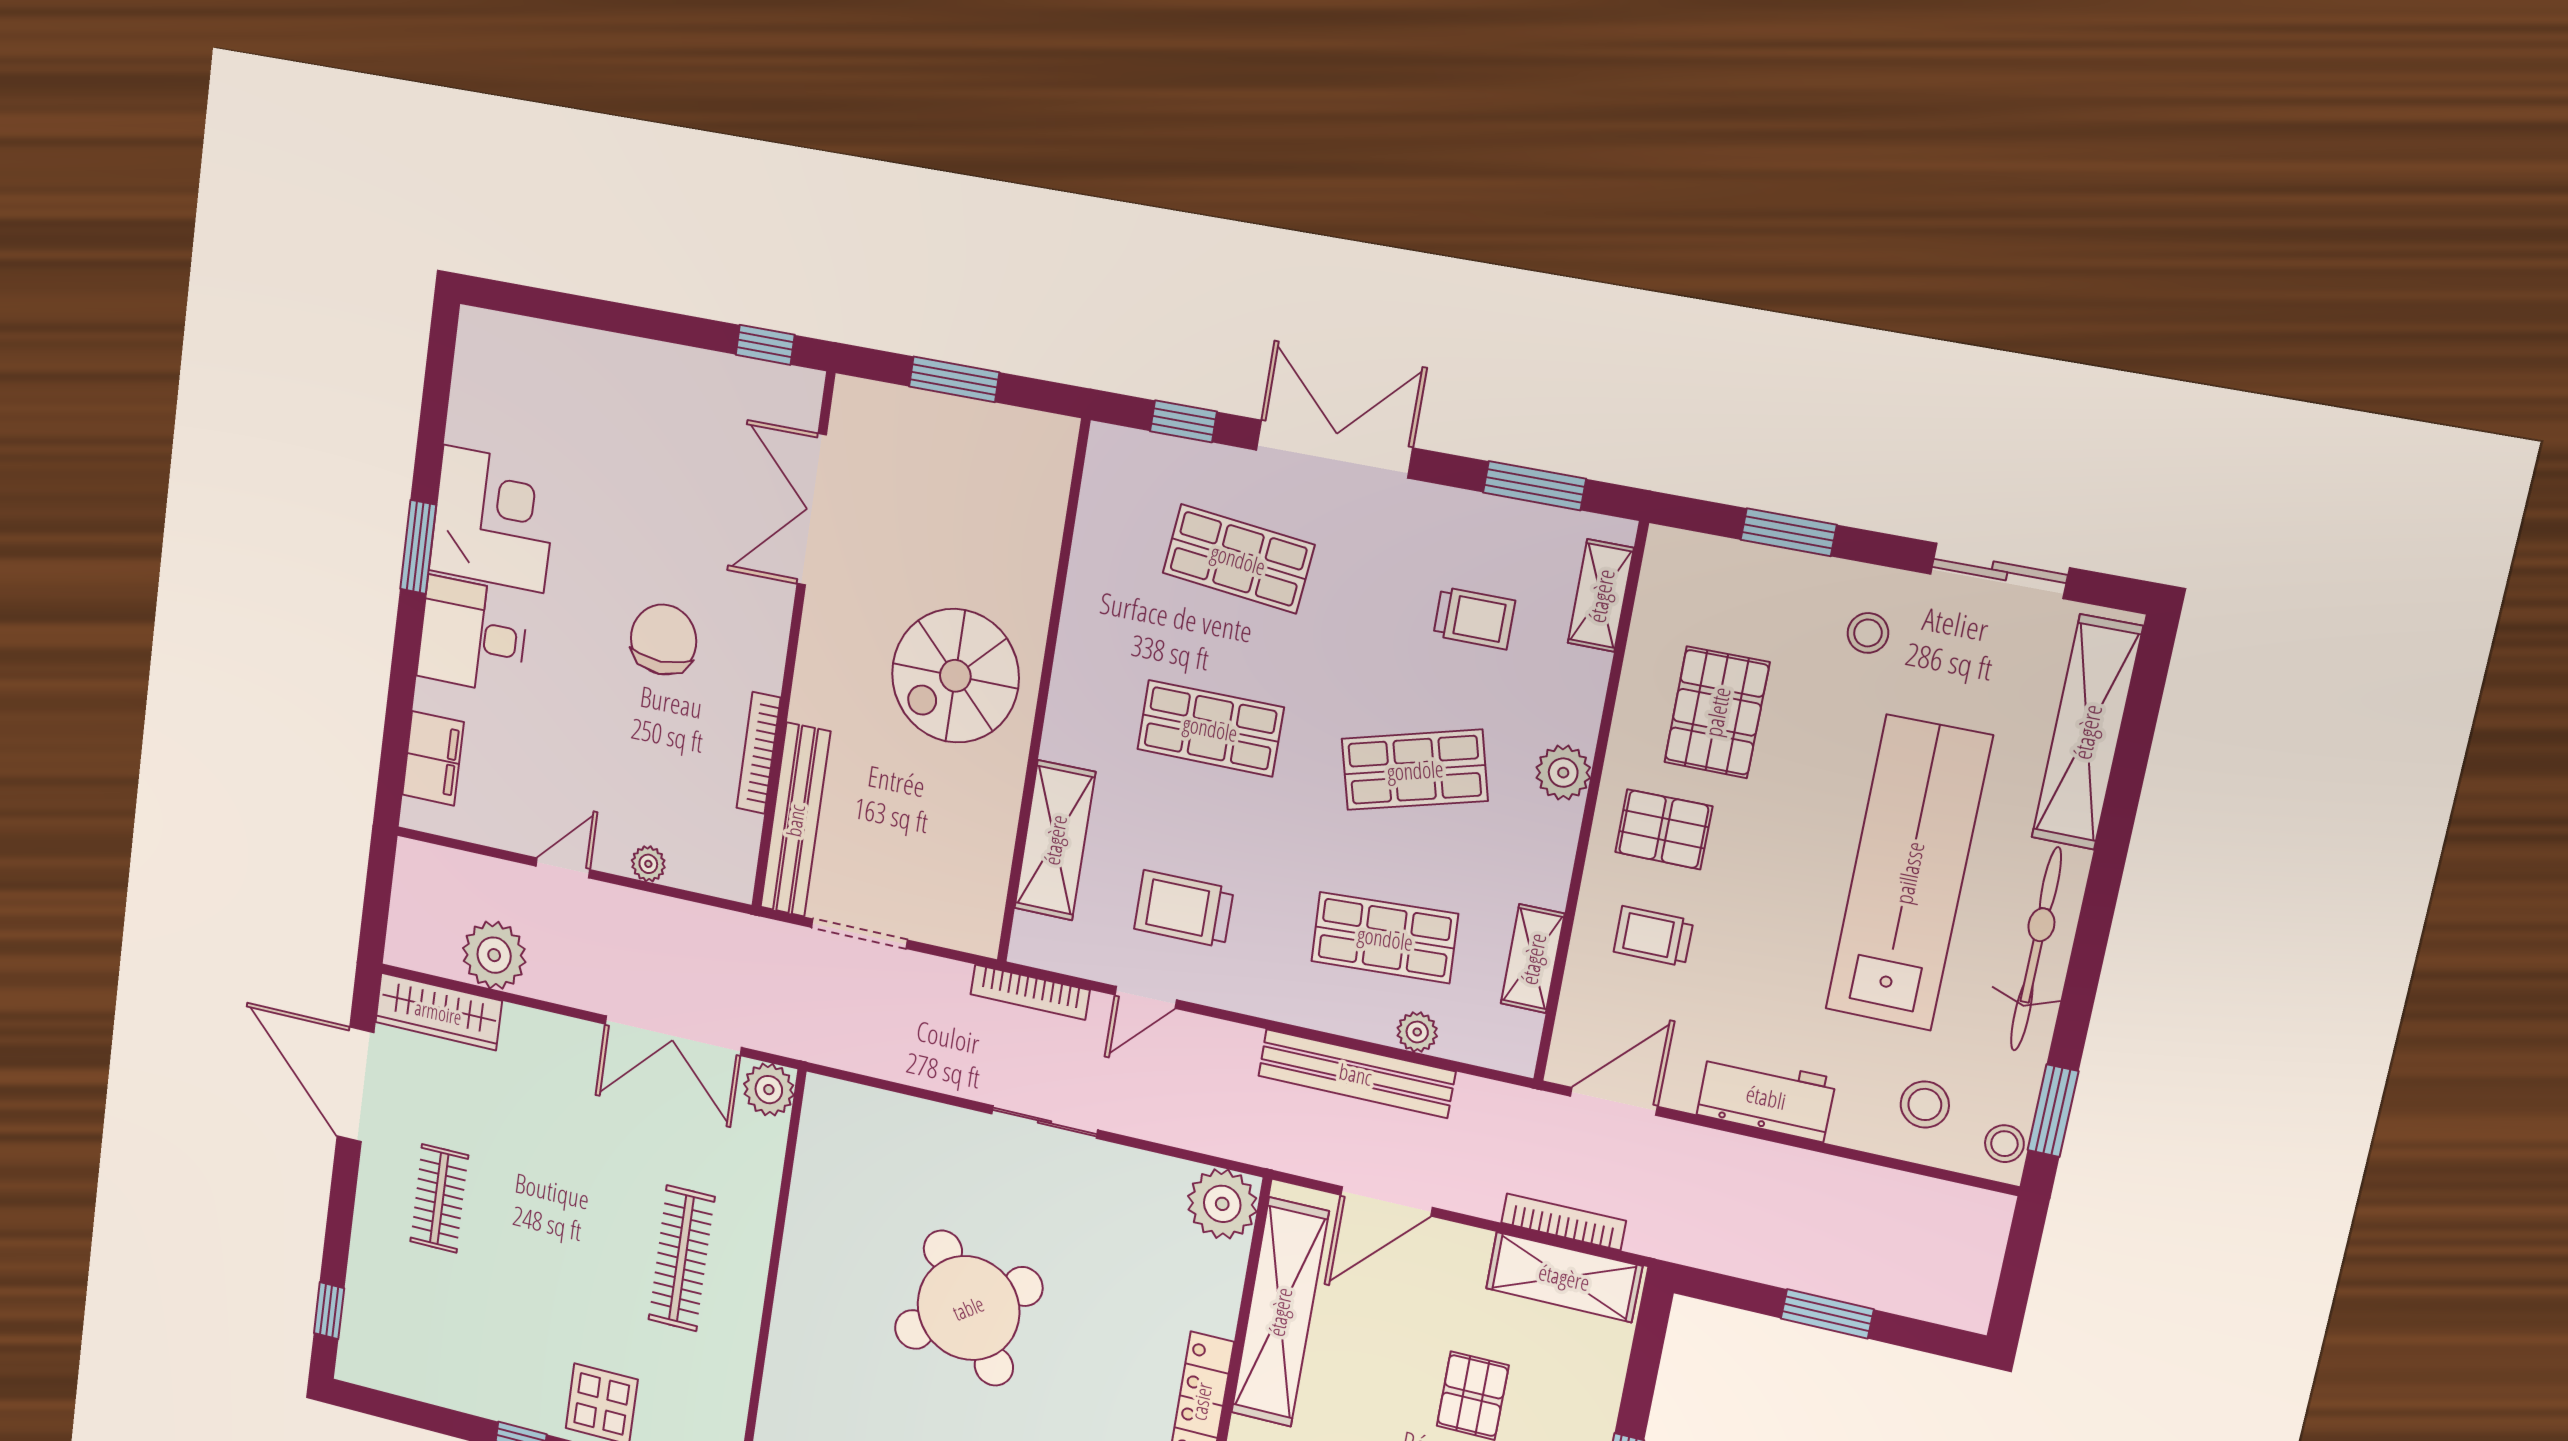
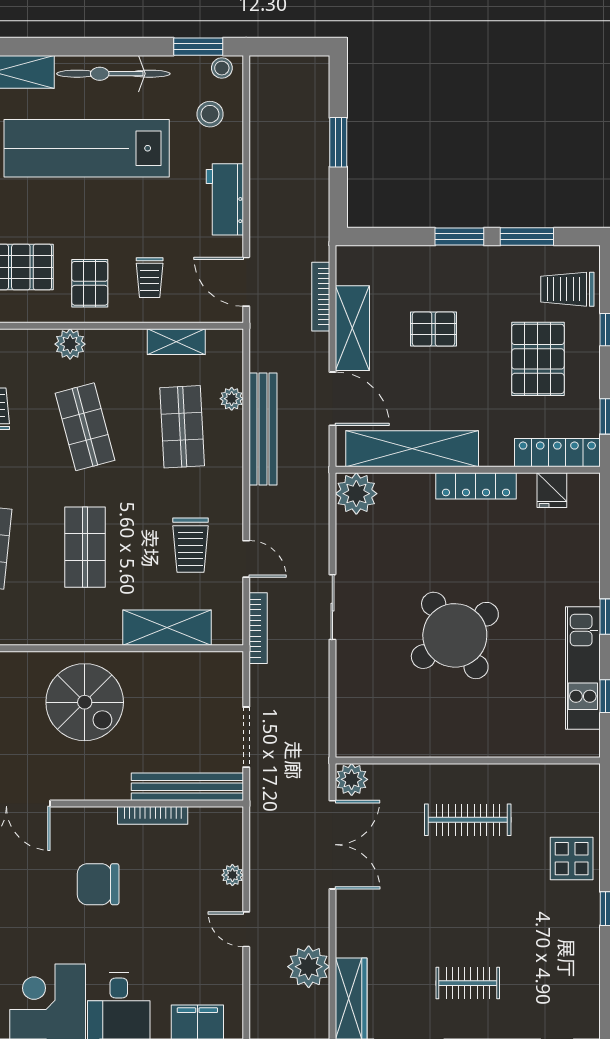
shelving: (1564, 1277) -> (352, 328), moved

